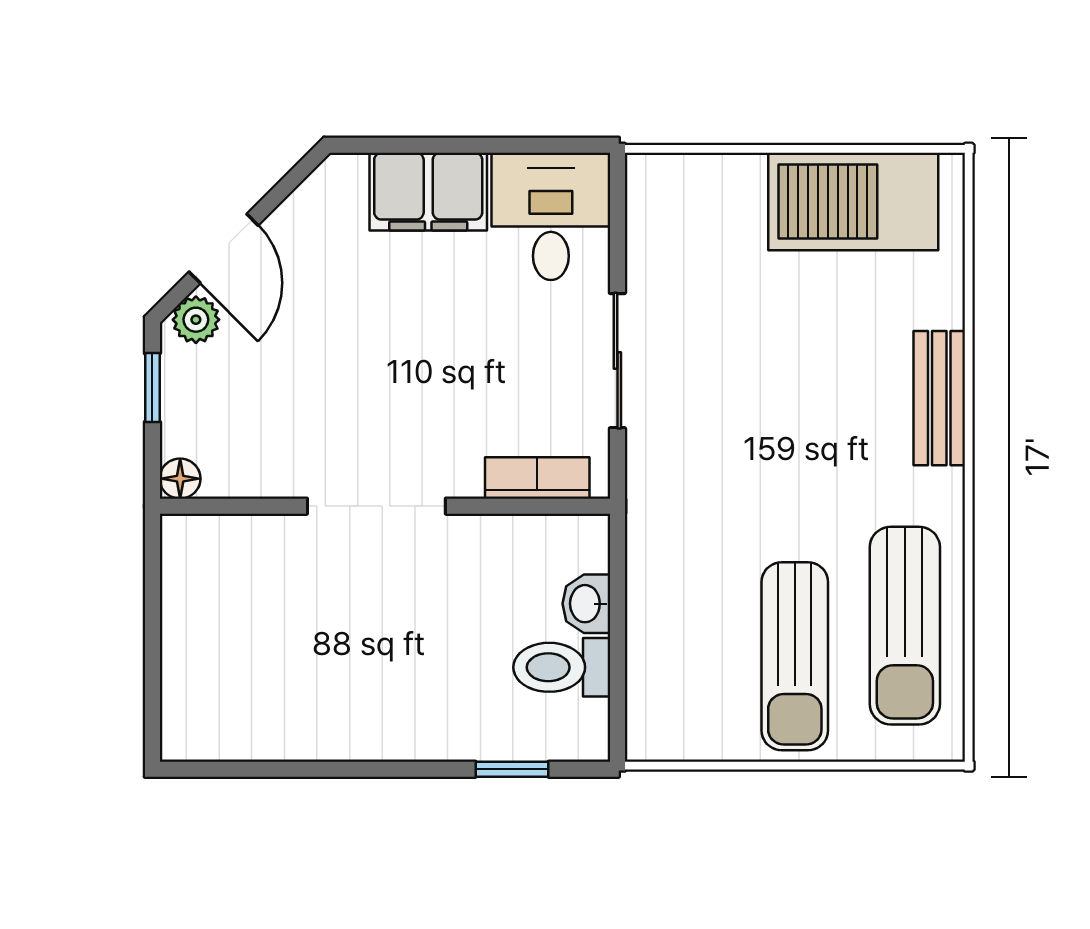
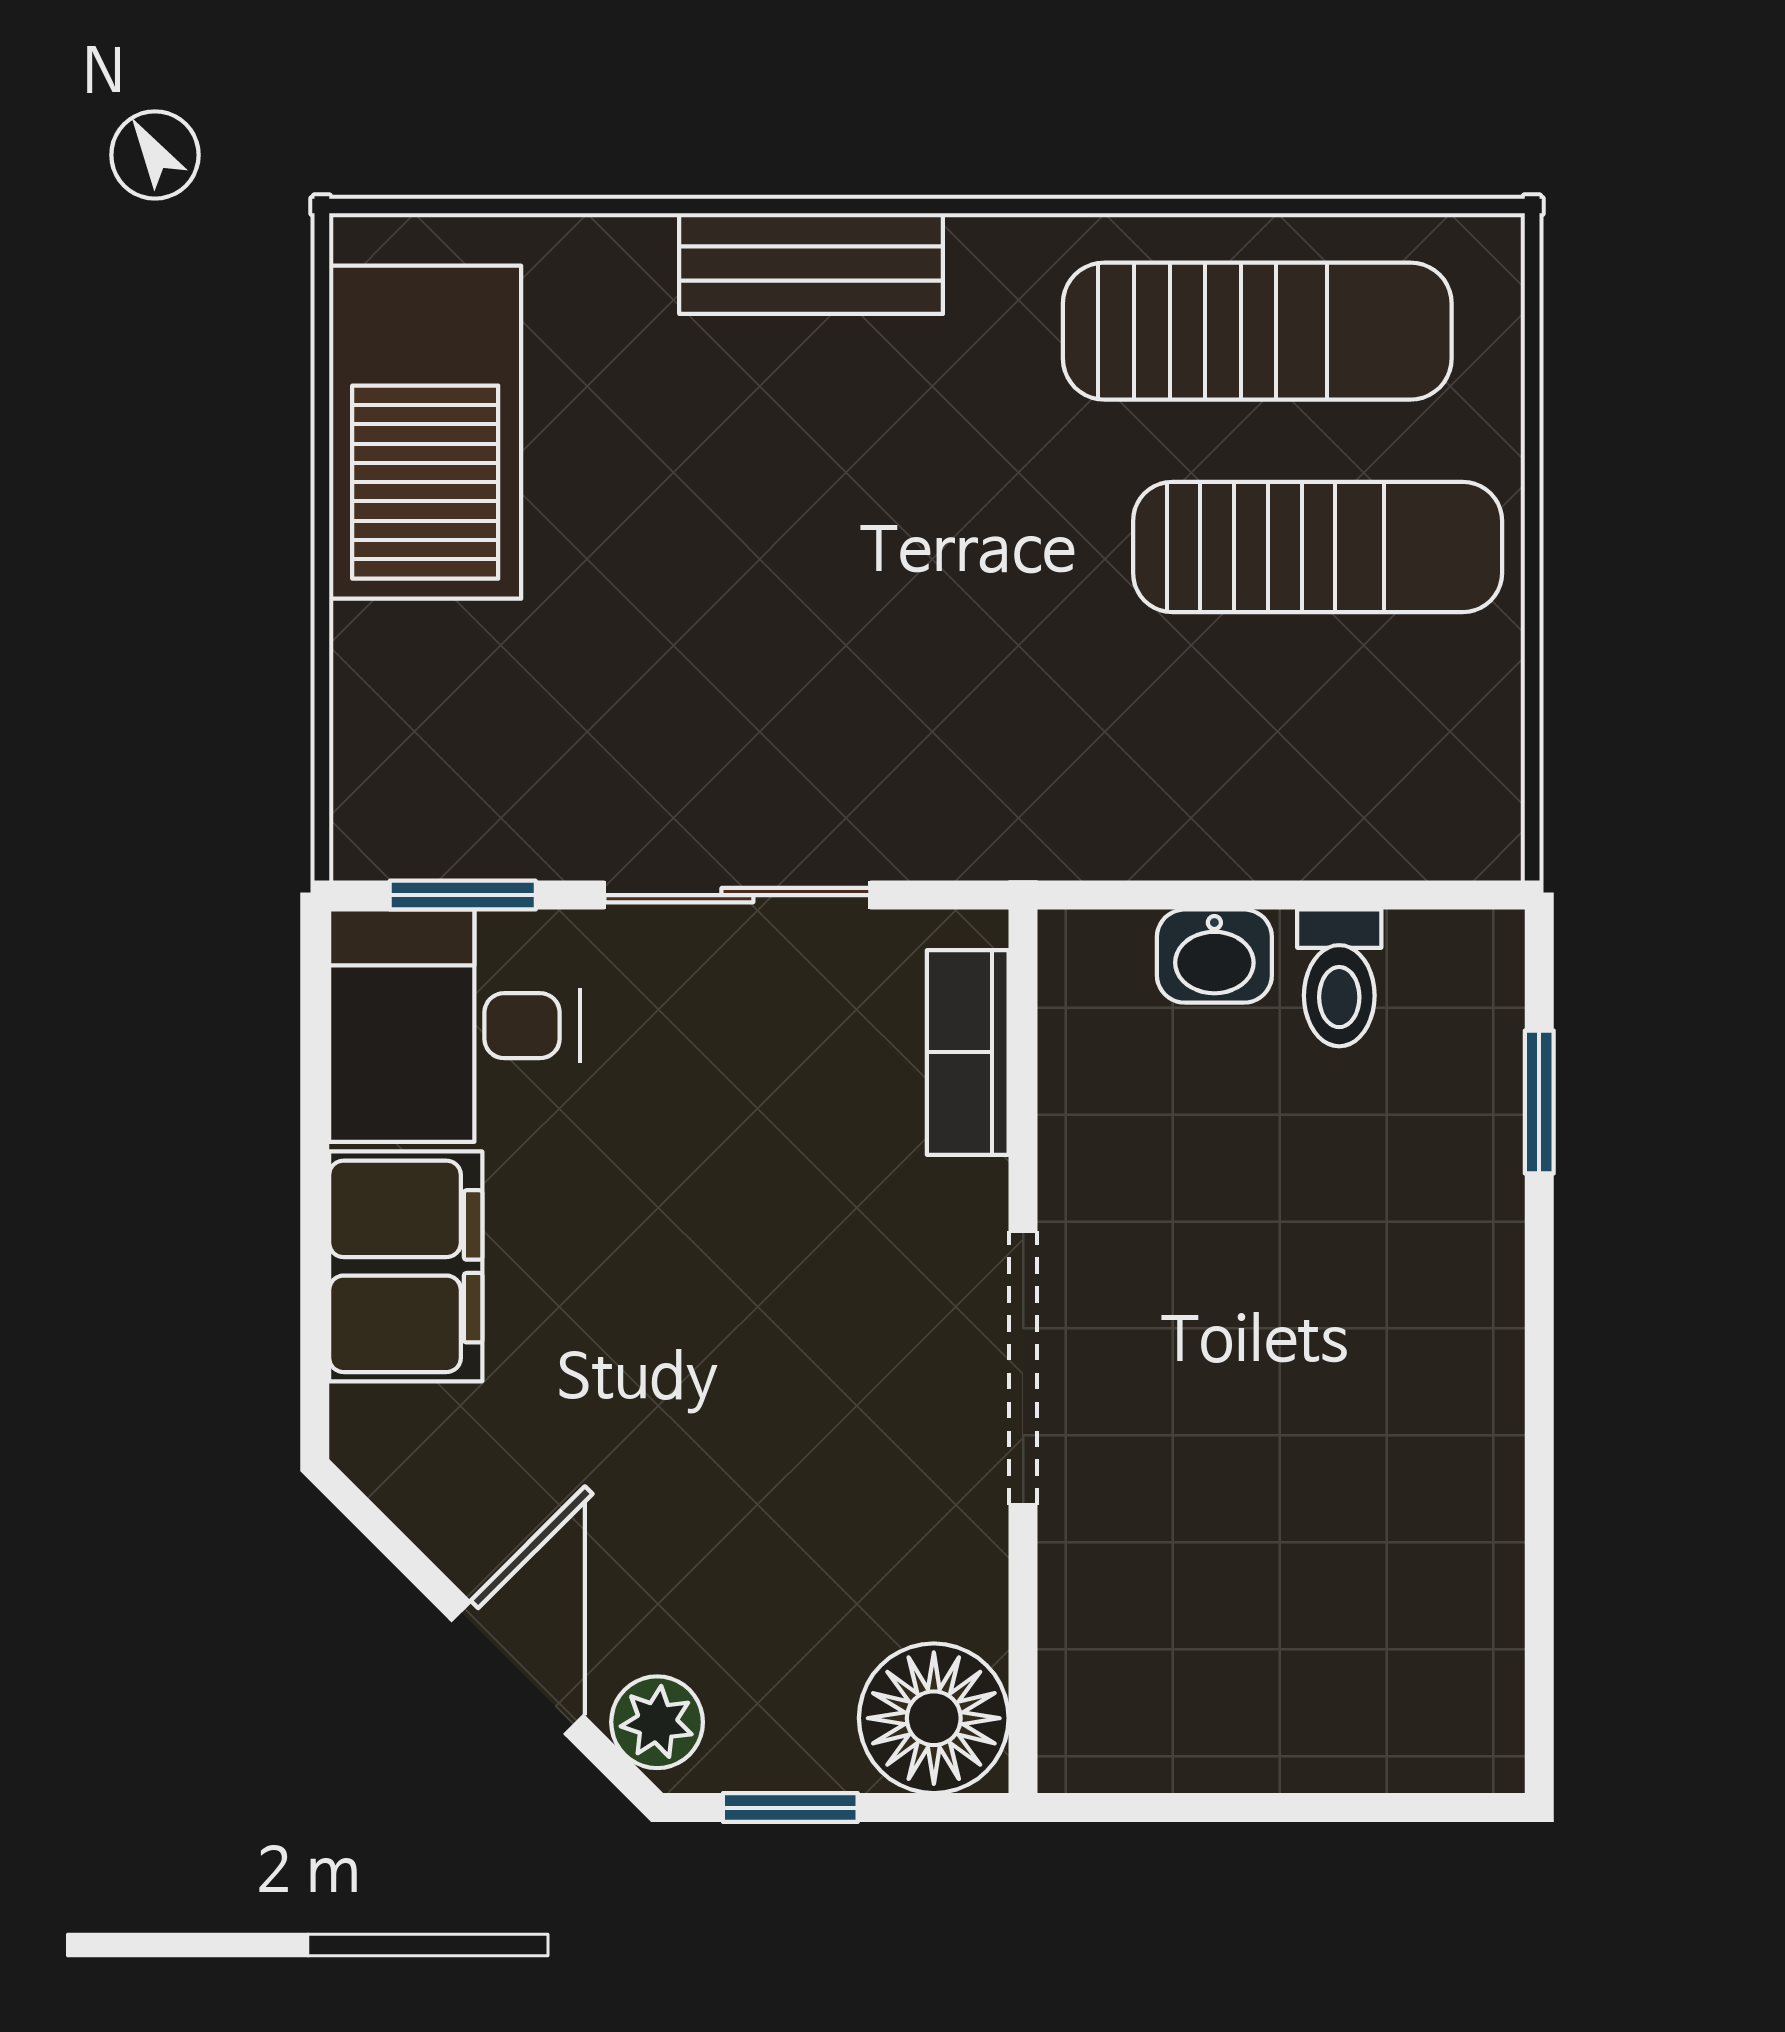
window: (617, 221) -> (463, 895), added
door: (224, 249) -> (518, 1668), hinge flipped
floor lamp: (180, 479) -> (934, 1718), width x1.89, depth x1.89
toilet: (562, 667) -> (1339, 978), width x0.73, depth x0.72

